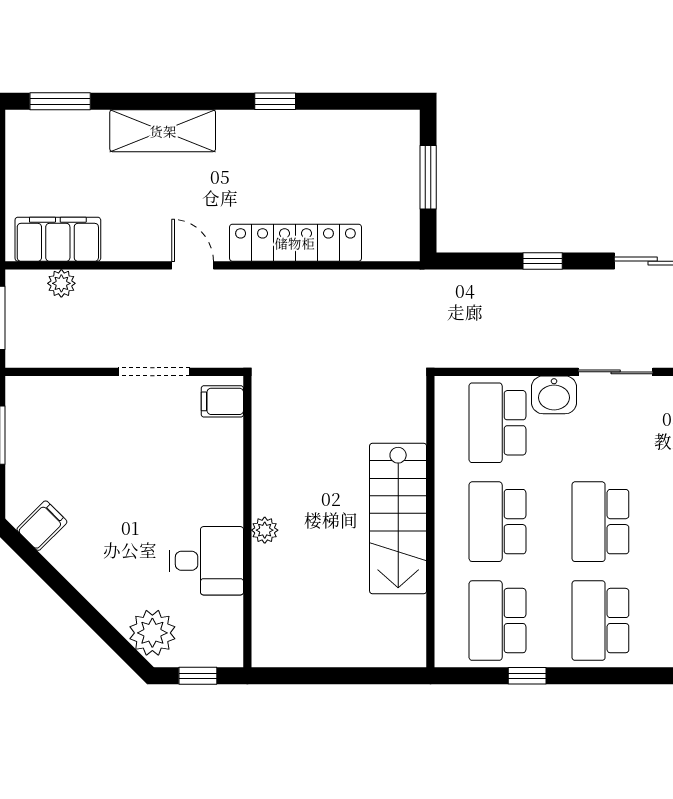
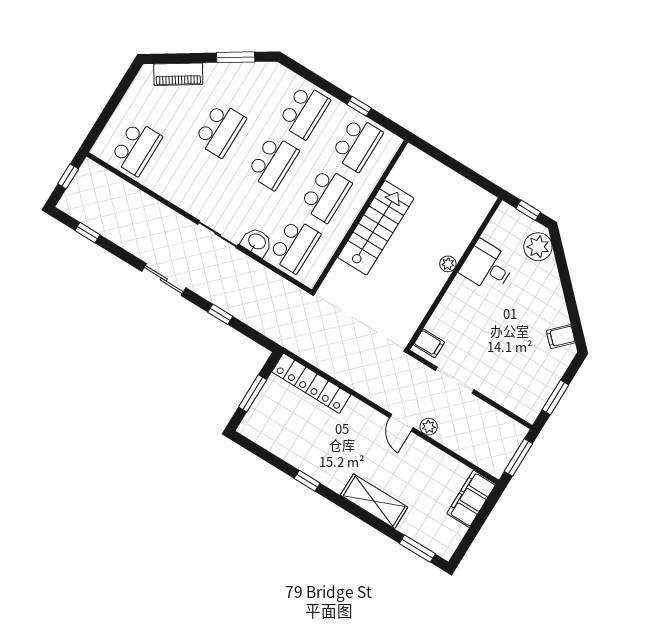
filing cabinet: (58, 239) -> (471, 499), moved, turned 90
locker: (295, 243) -> (311, 383), moved
plant: (61, 283) -> (429, 427), moved

